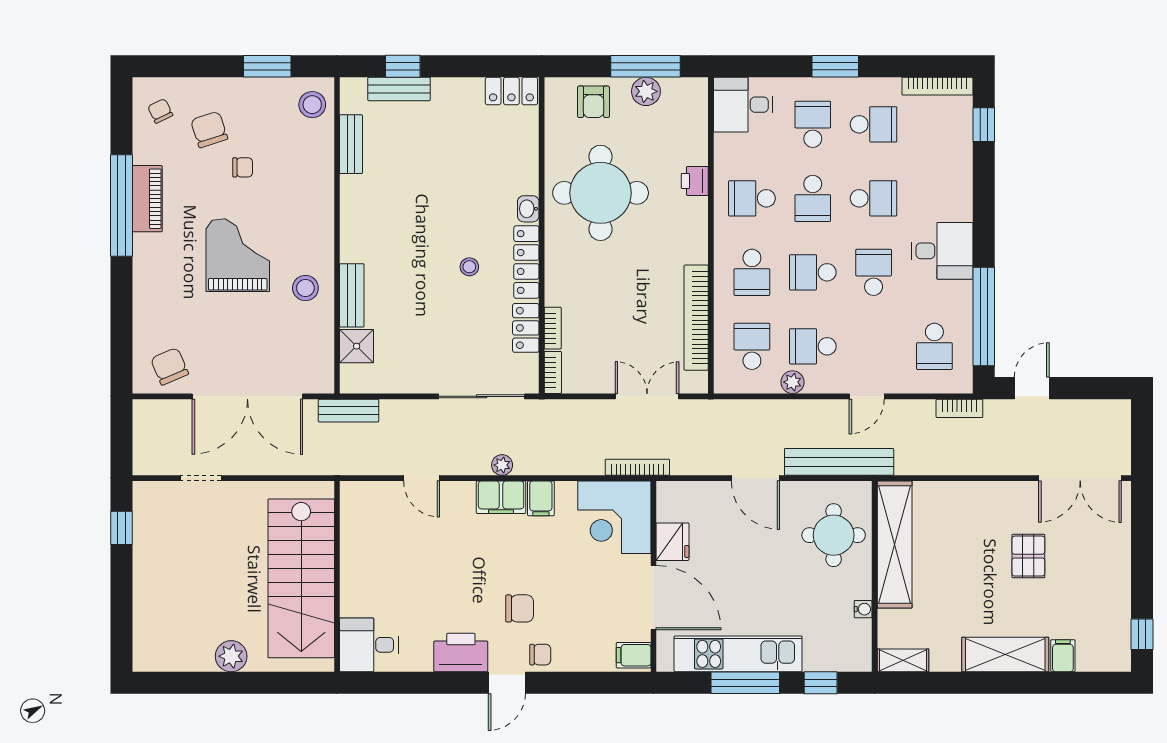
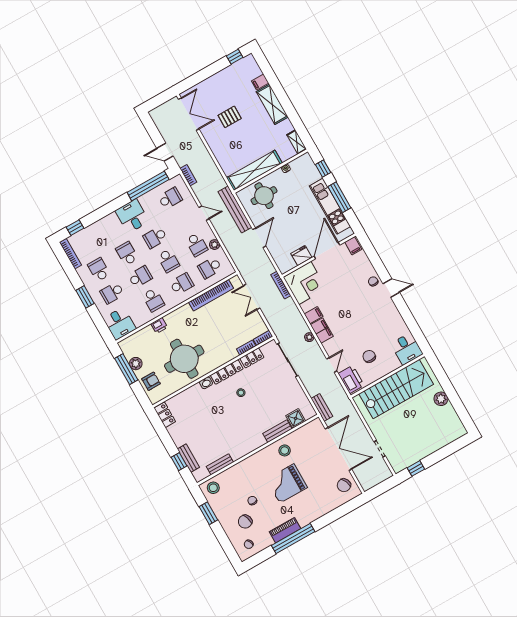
chair: (520, 608) -> (369, 356), moved
printer: (461, 653) -> (351, 380), moved, turned 180

